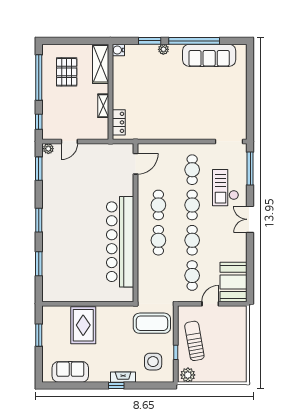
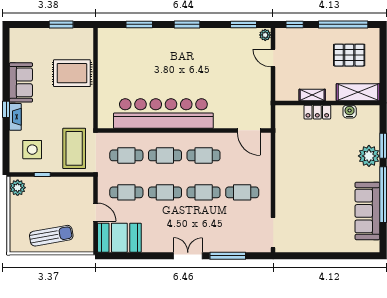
plant: (163, 49) -> (369, 156), width x1.87, depth x1.87
water cooler: (118, 50) -> (350, 112), moved
locker: (119, 122) -> (317, 112), moved
window: (250, 169) -> (228, 256), moved
checkout: (226, 188) -> (223, 229), removed
cafe table: (158, 276) -> (126, 155), added
sun lounger: (194, 341) -> (51, 236), moved
sofa: (70, 372) -> (21, 82), moved

